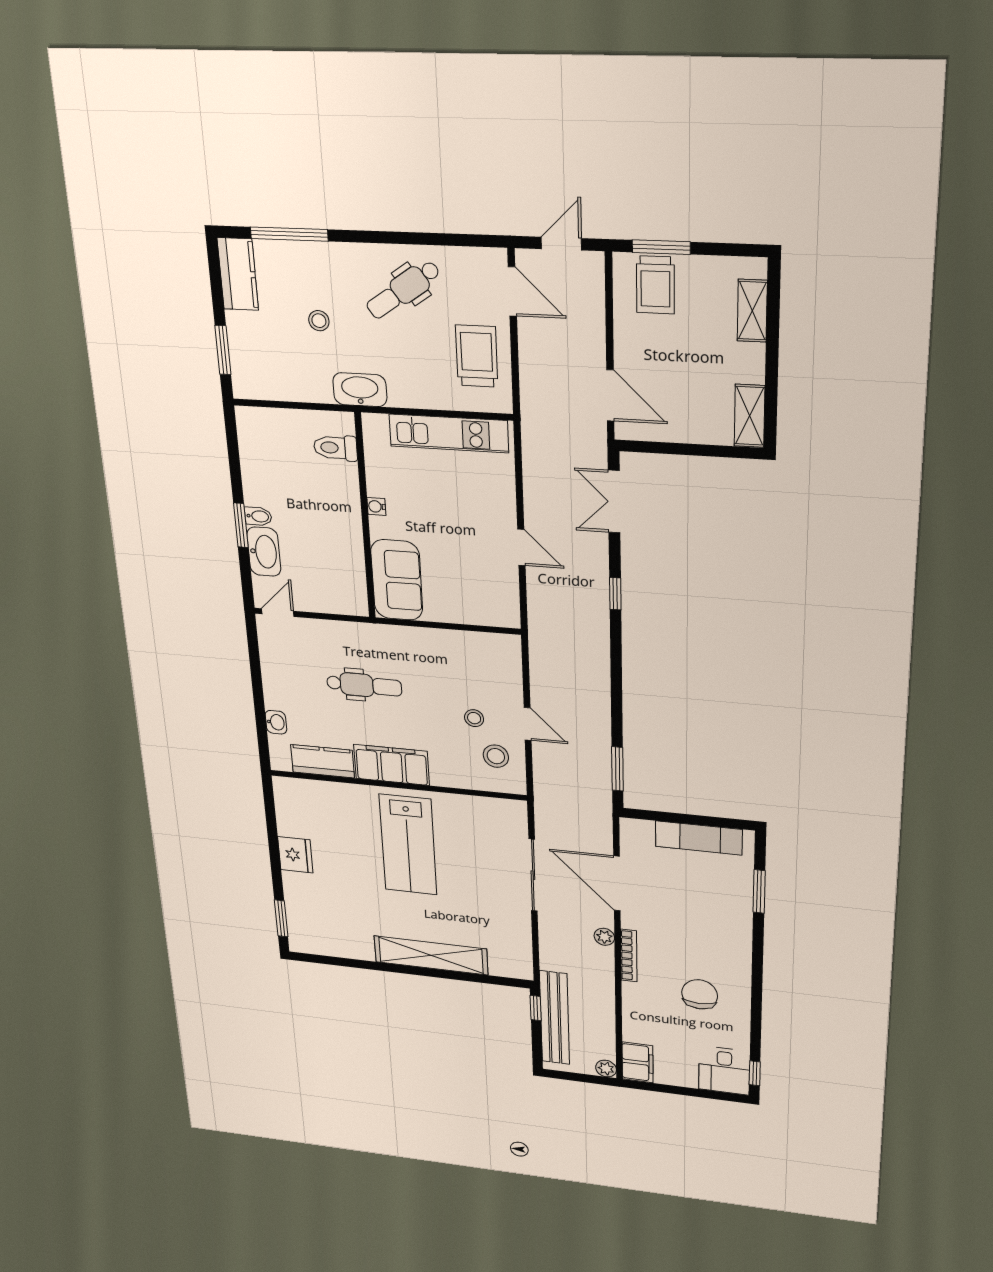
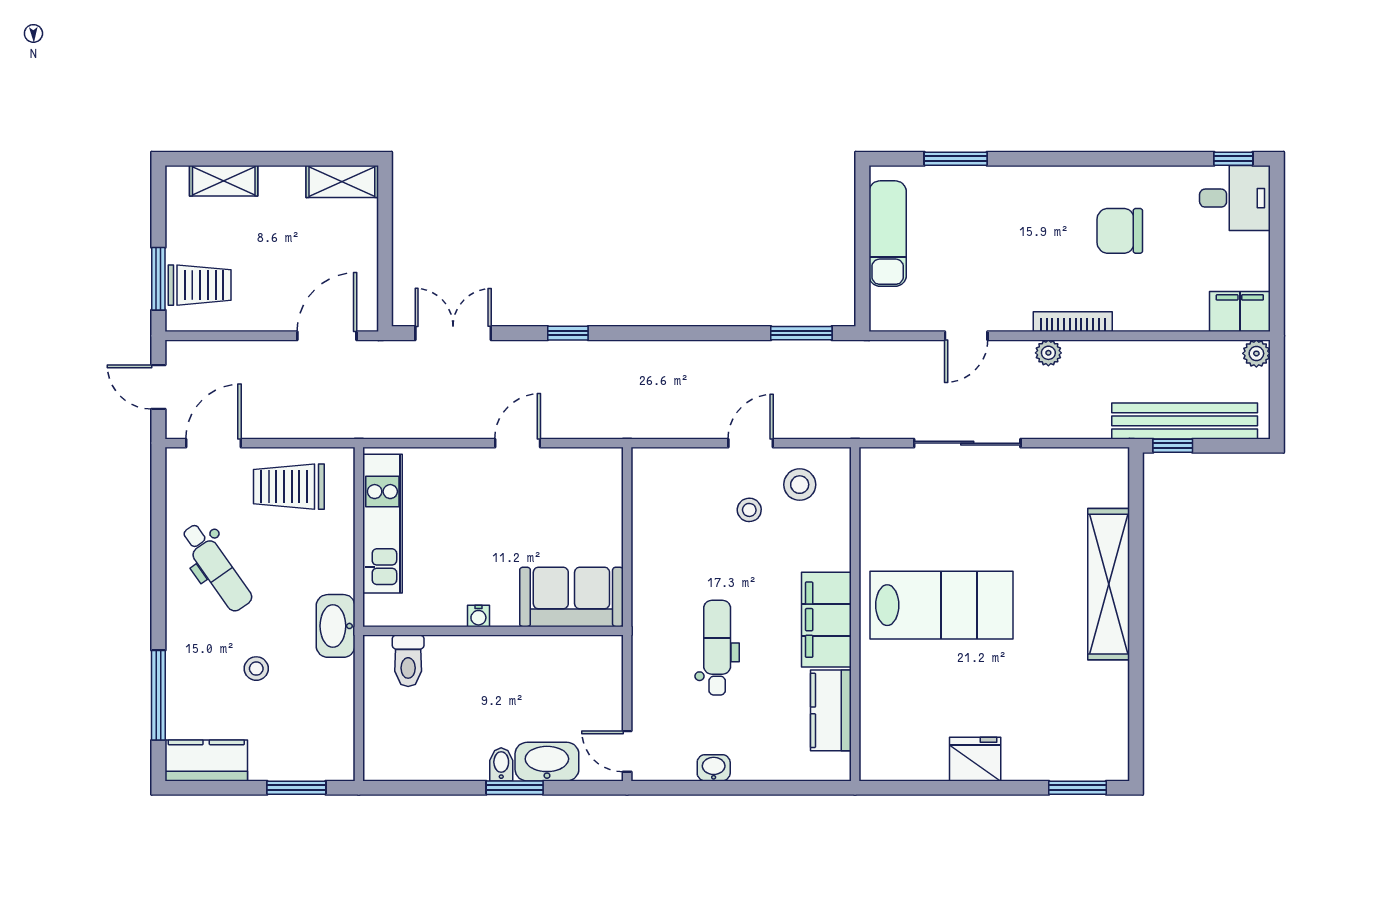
double door: (614, 502) -> (453, 333), swing flipped
washbasin: (276, 722) -> (714, 768), moved
door: (617, 883) -> (966, 336), width x0.53

